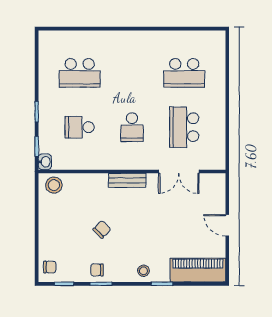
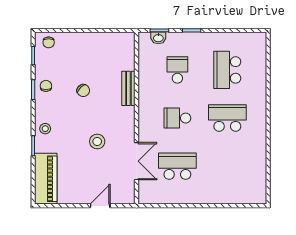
school desk: (184, 73) -> (227, 118), moved, turned 90
washbasin: (45, 162) -> (158, 38), moved
double door: (179, 171) -> (137, 161), swing flipped
bench: (127, 180) -> (128, 88), moved
stool: (54, 185) -> (97, 141), moved
door: (227, 225) -> (100, 206), moved

